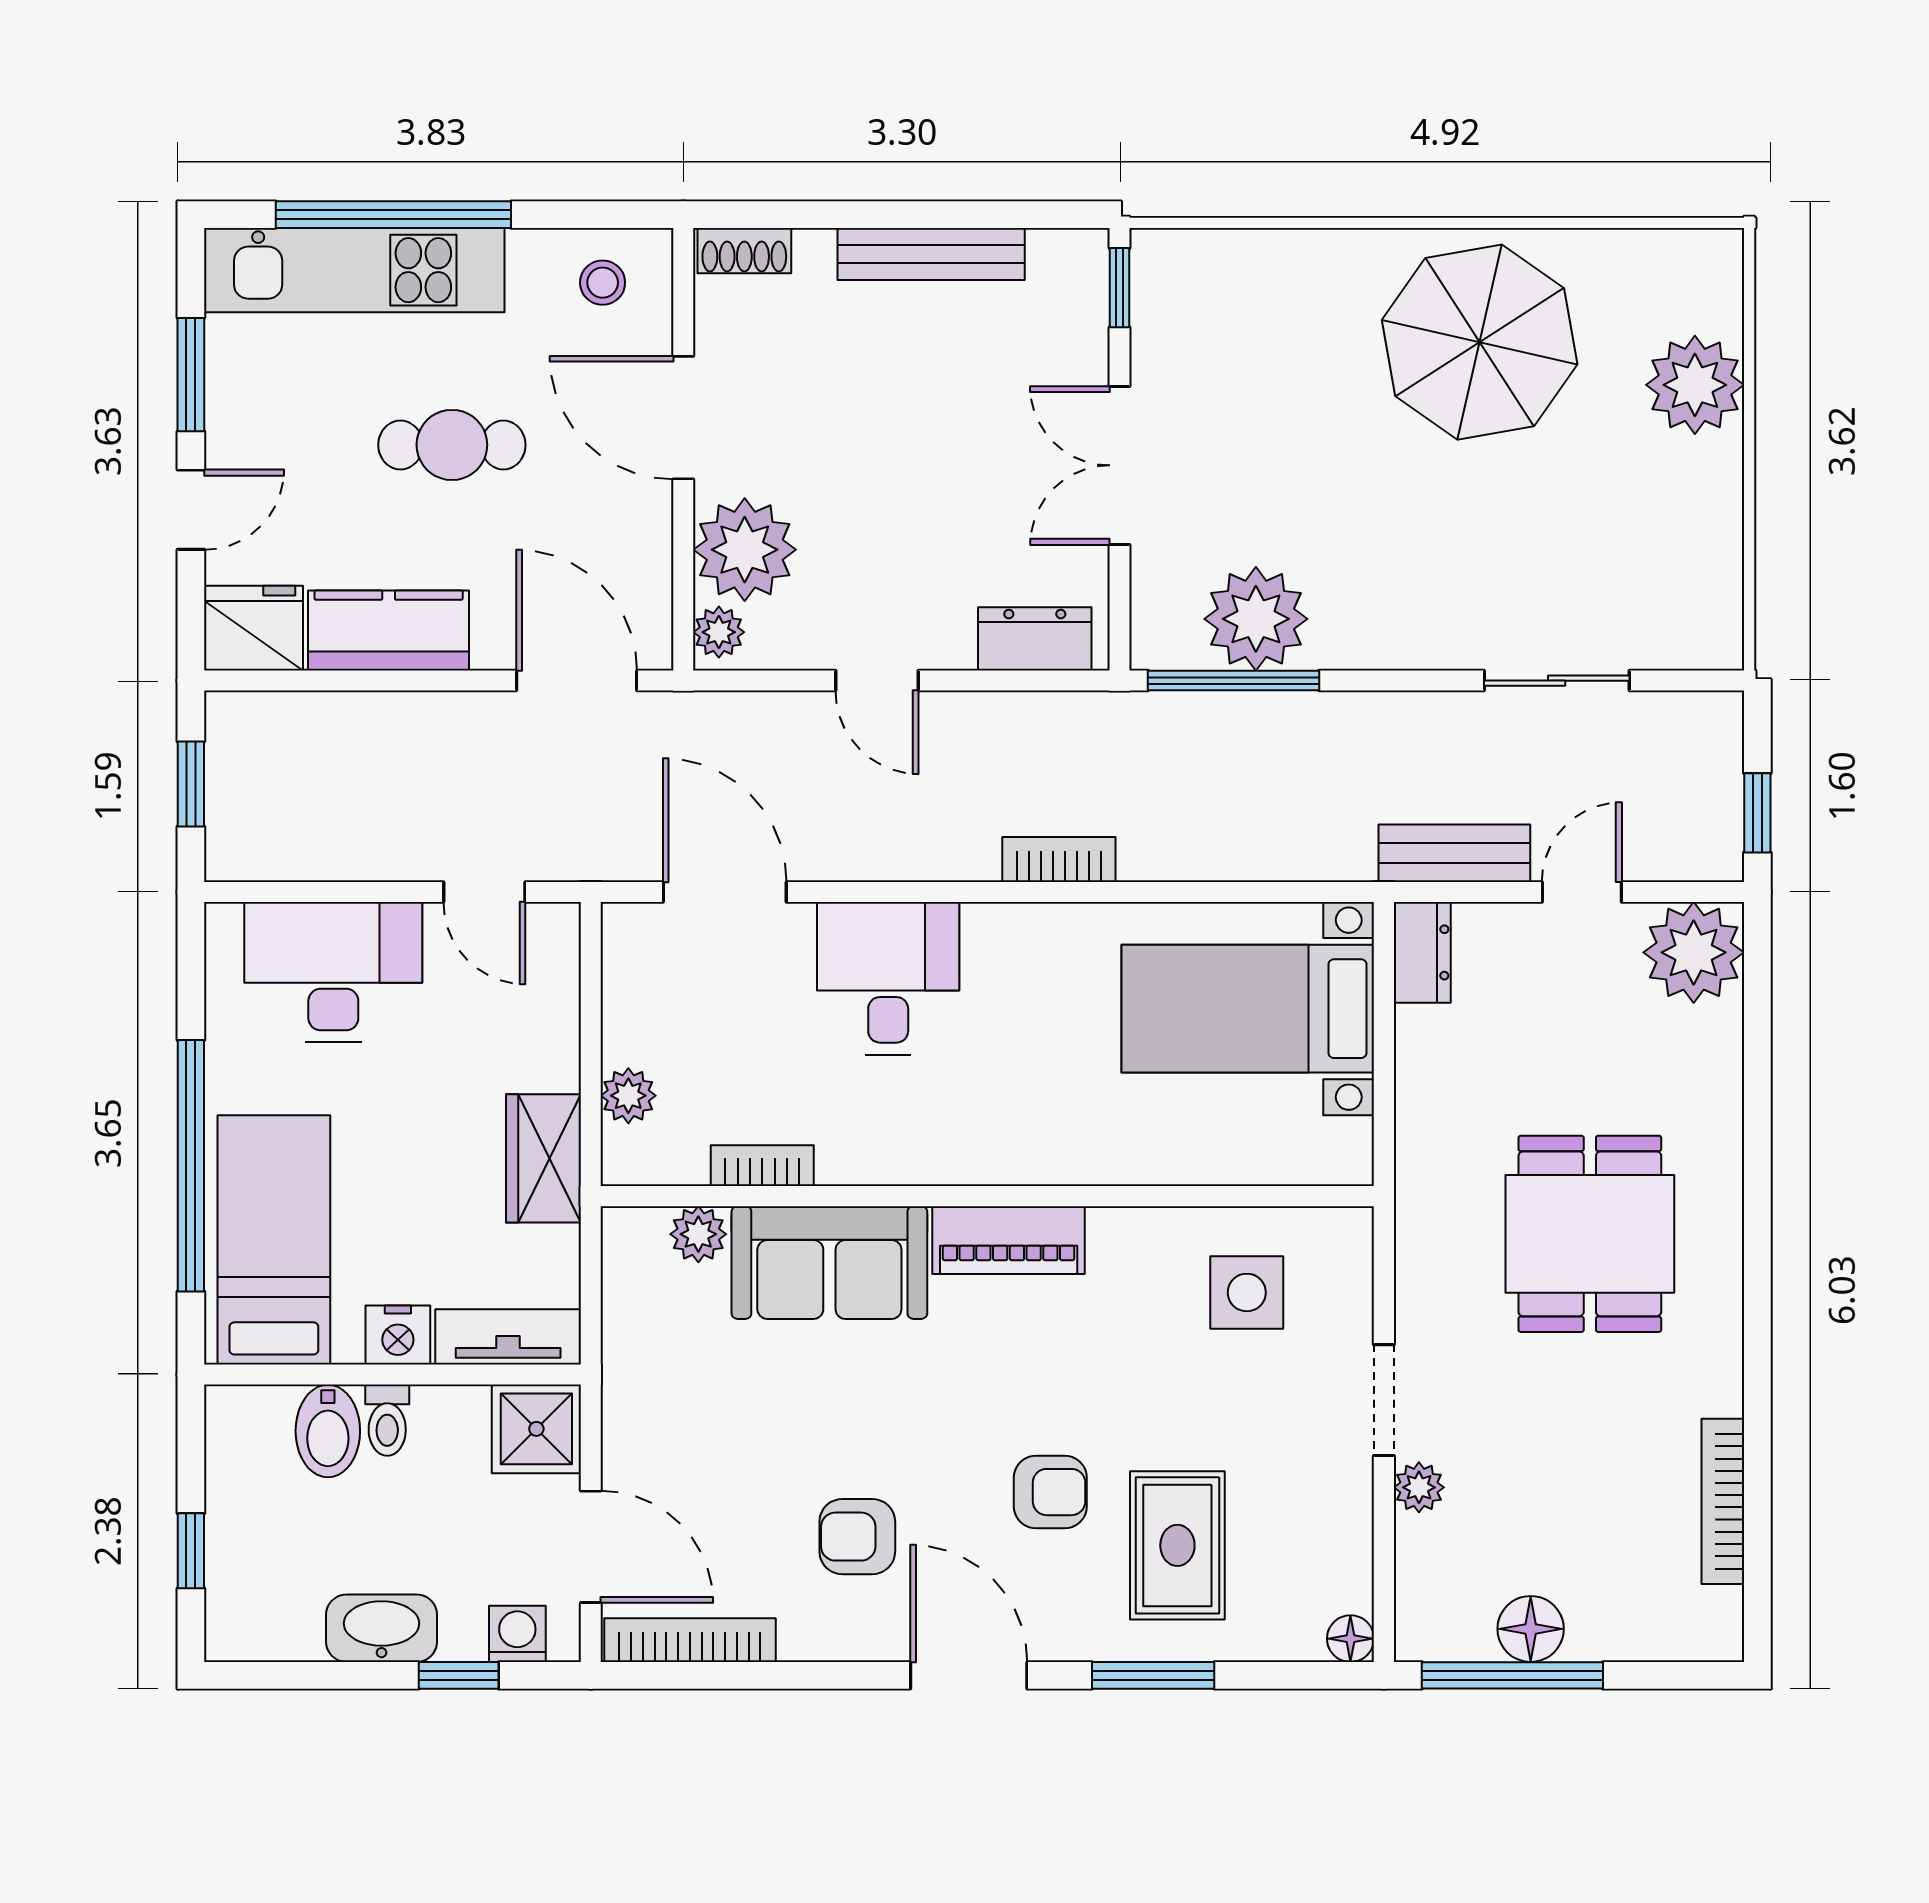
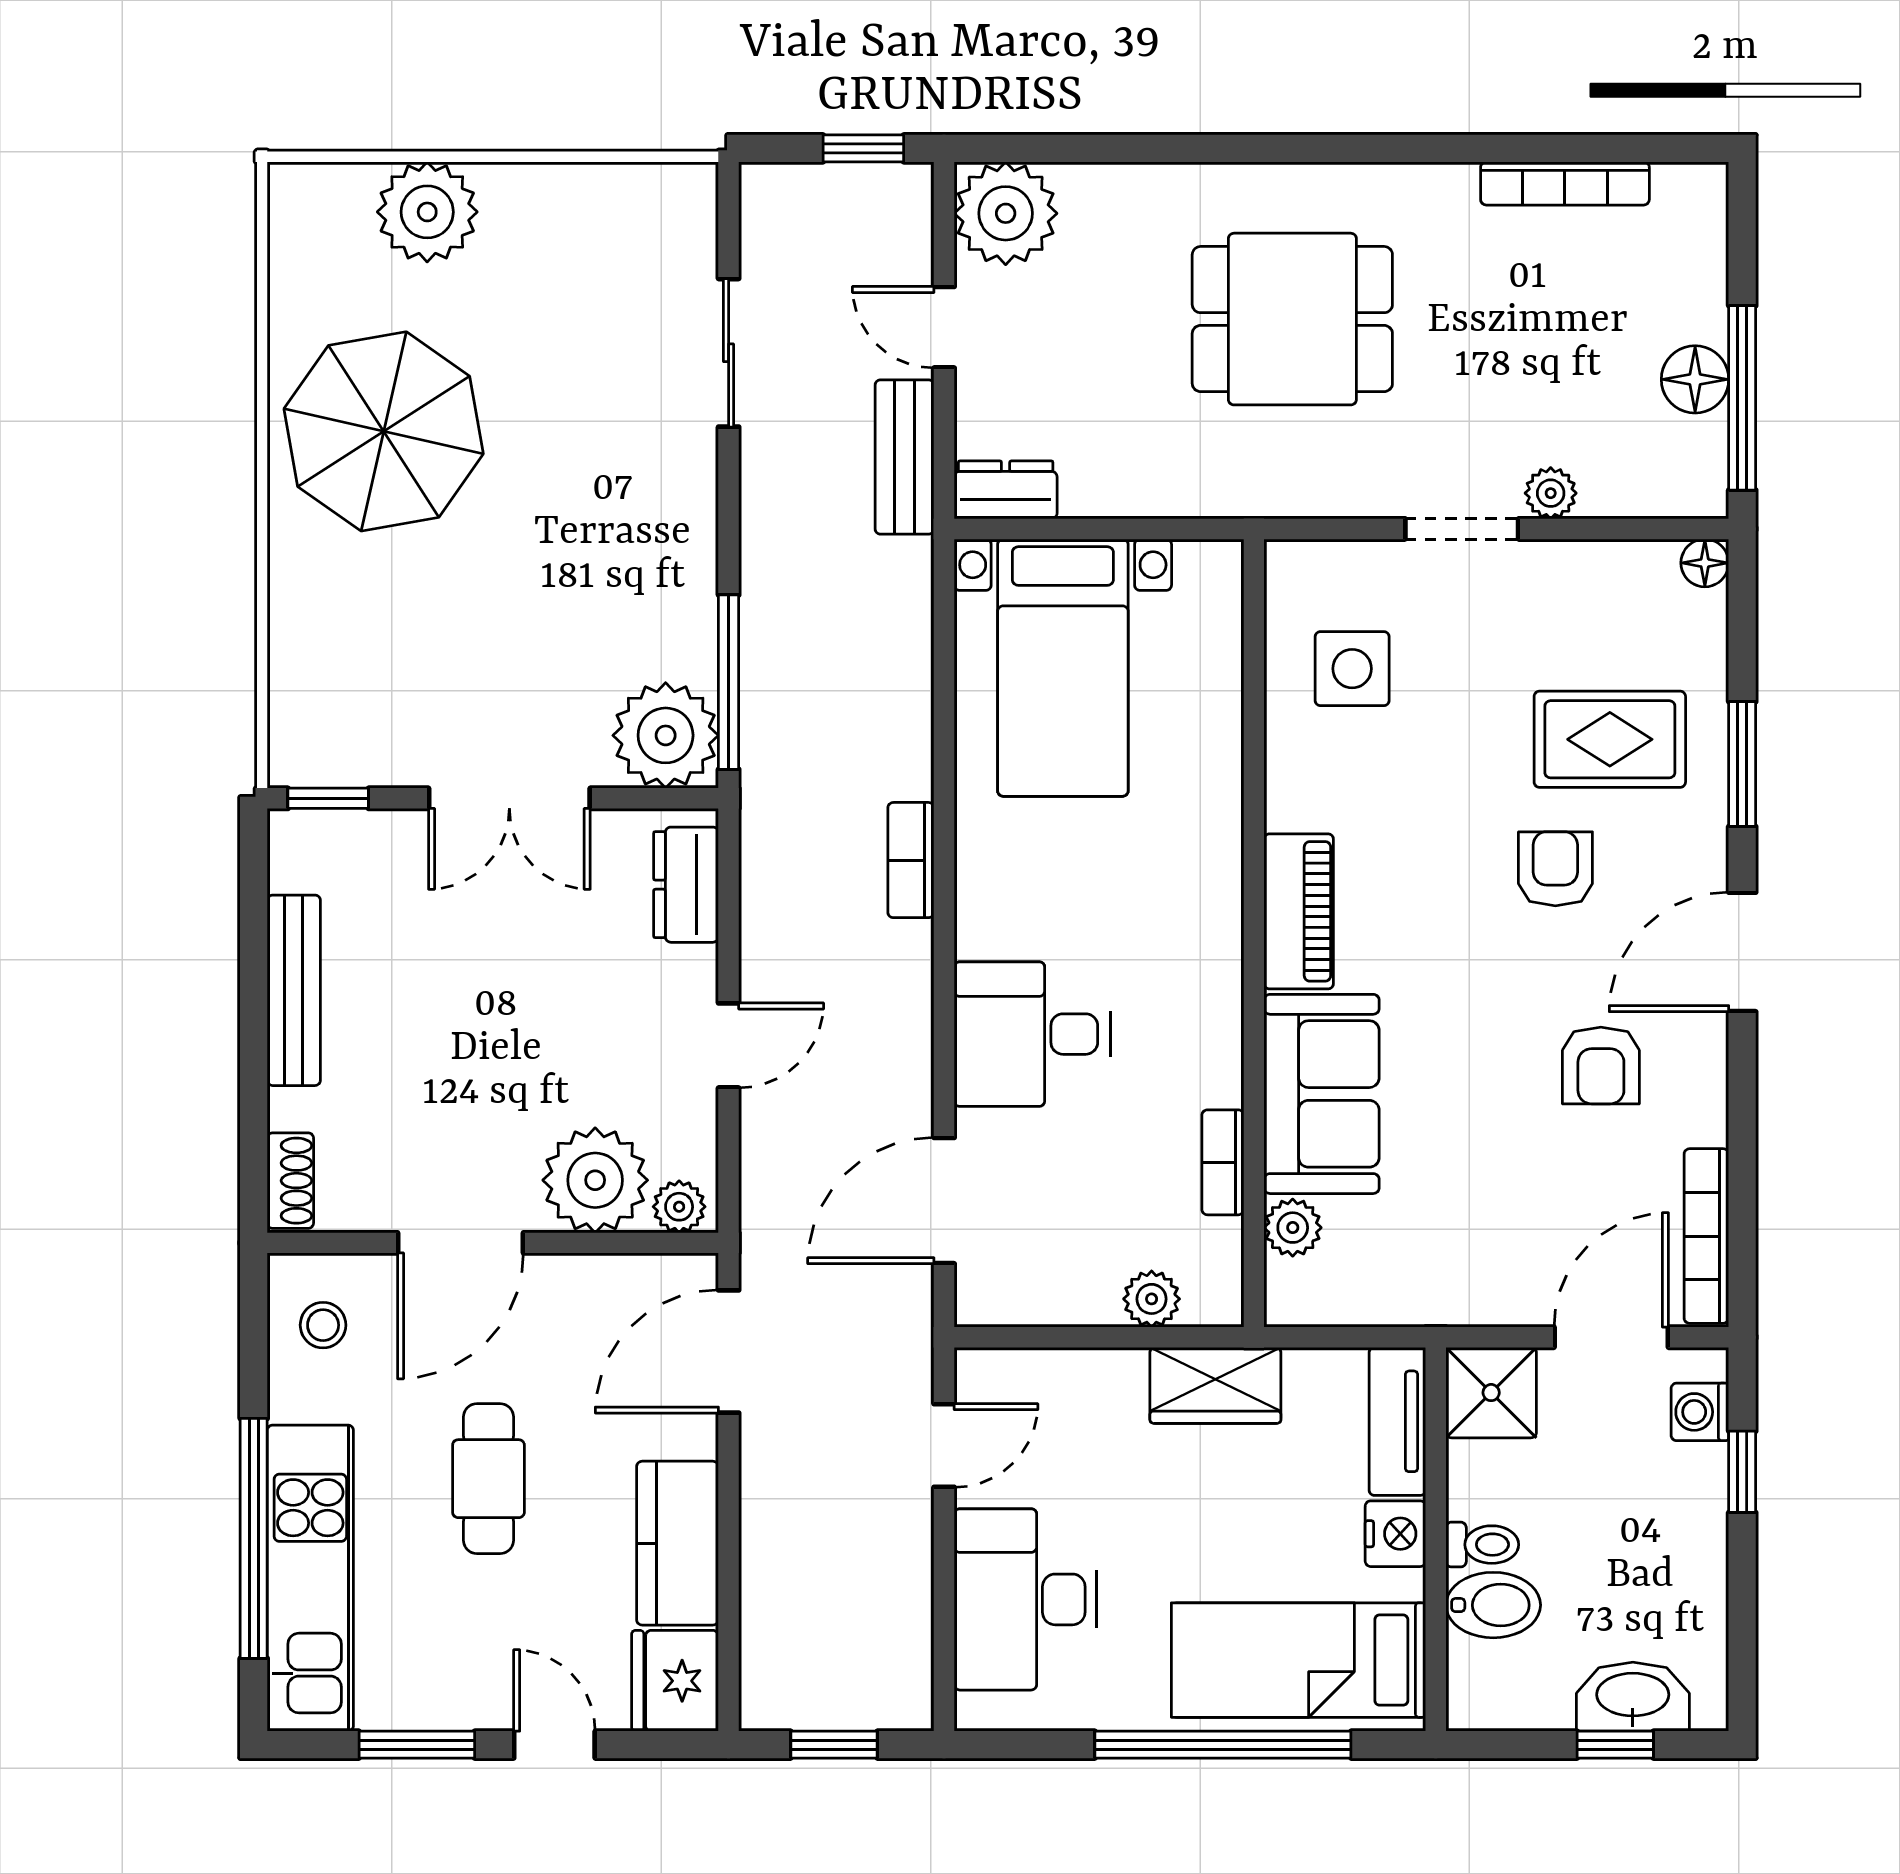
plant: (1256, 619) -> (666, 735), moved
washbasin: (382, 1628) -> (1633, 1697), moved, turned 90

